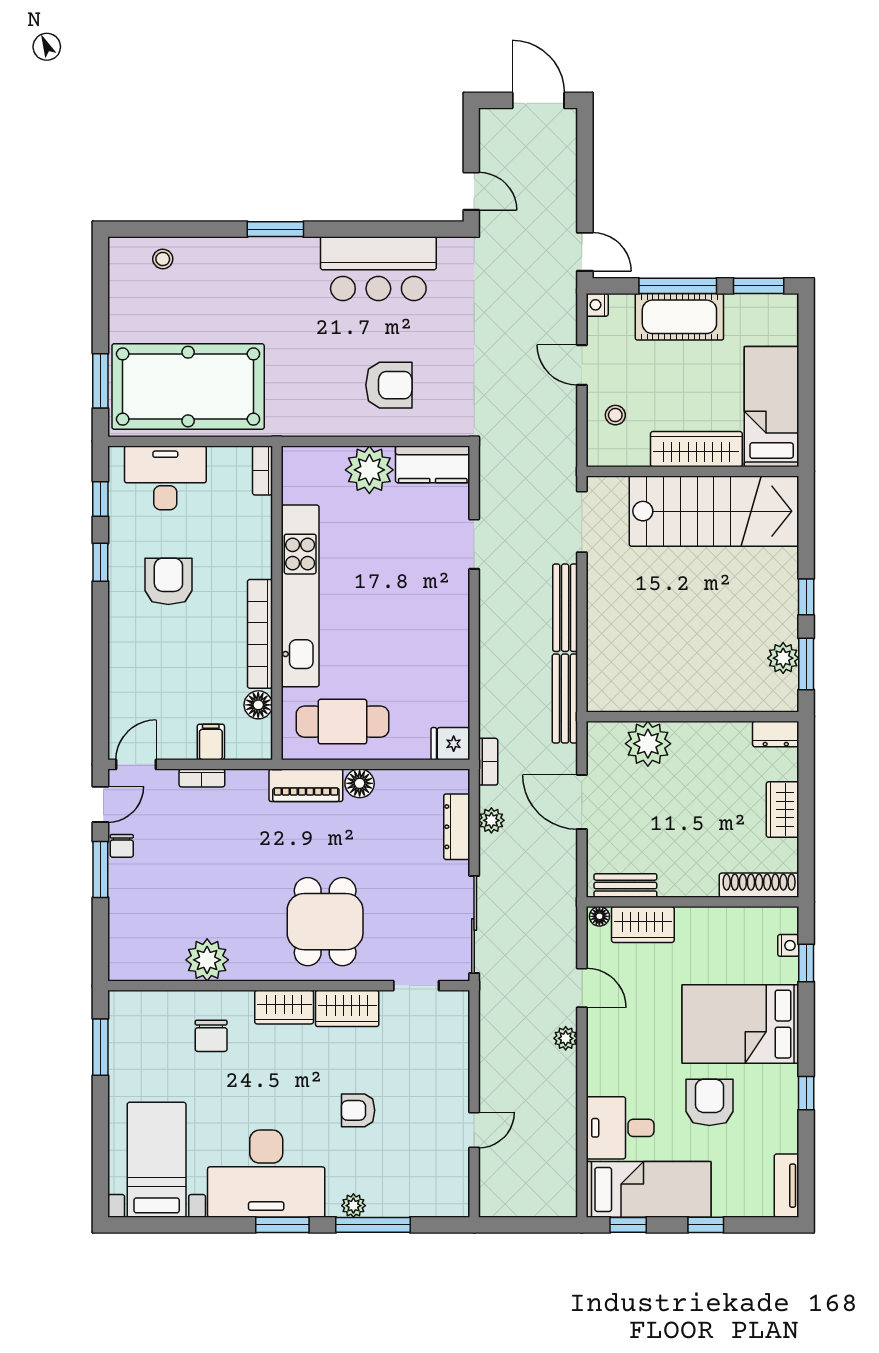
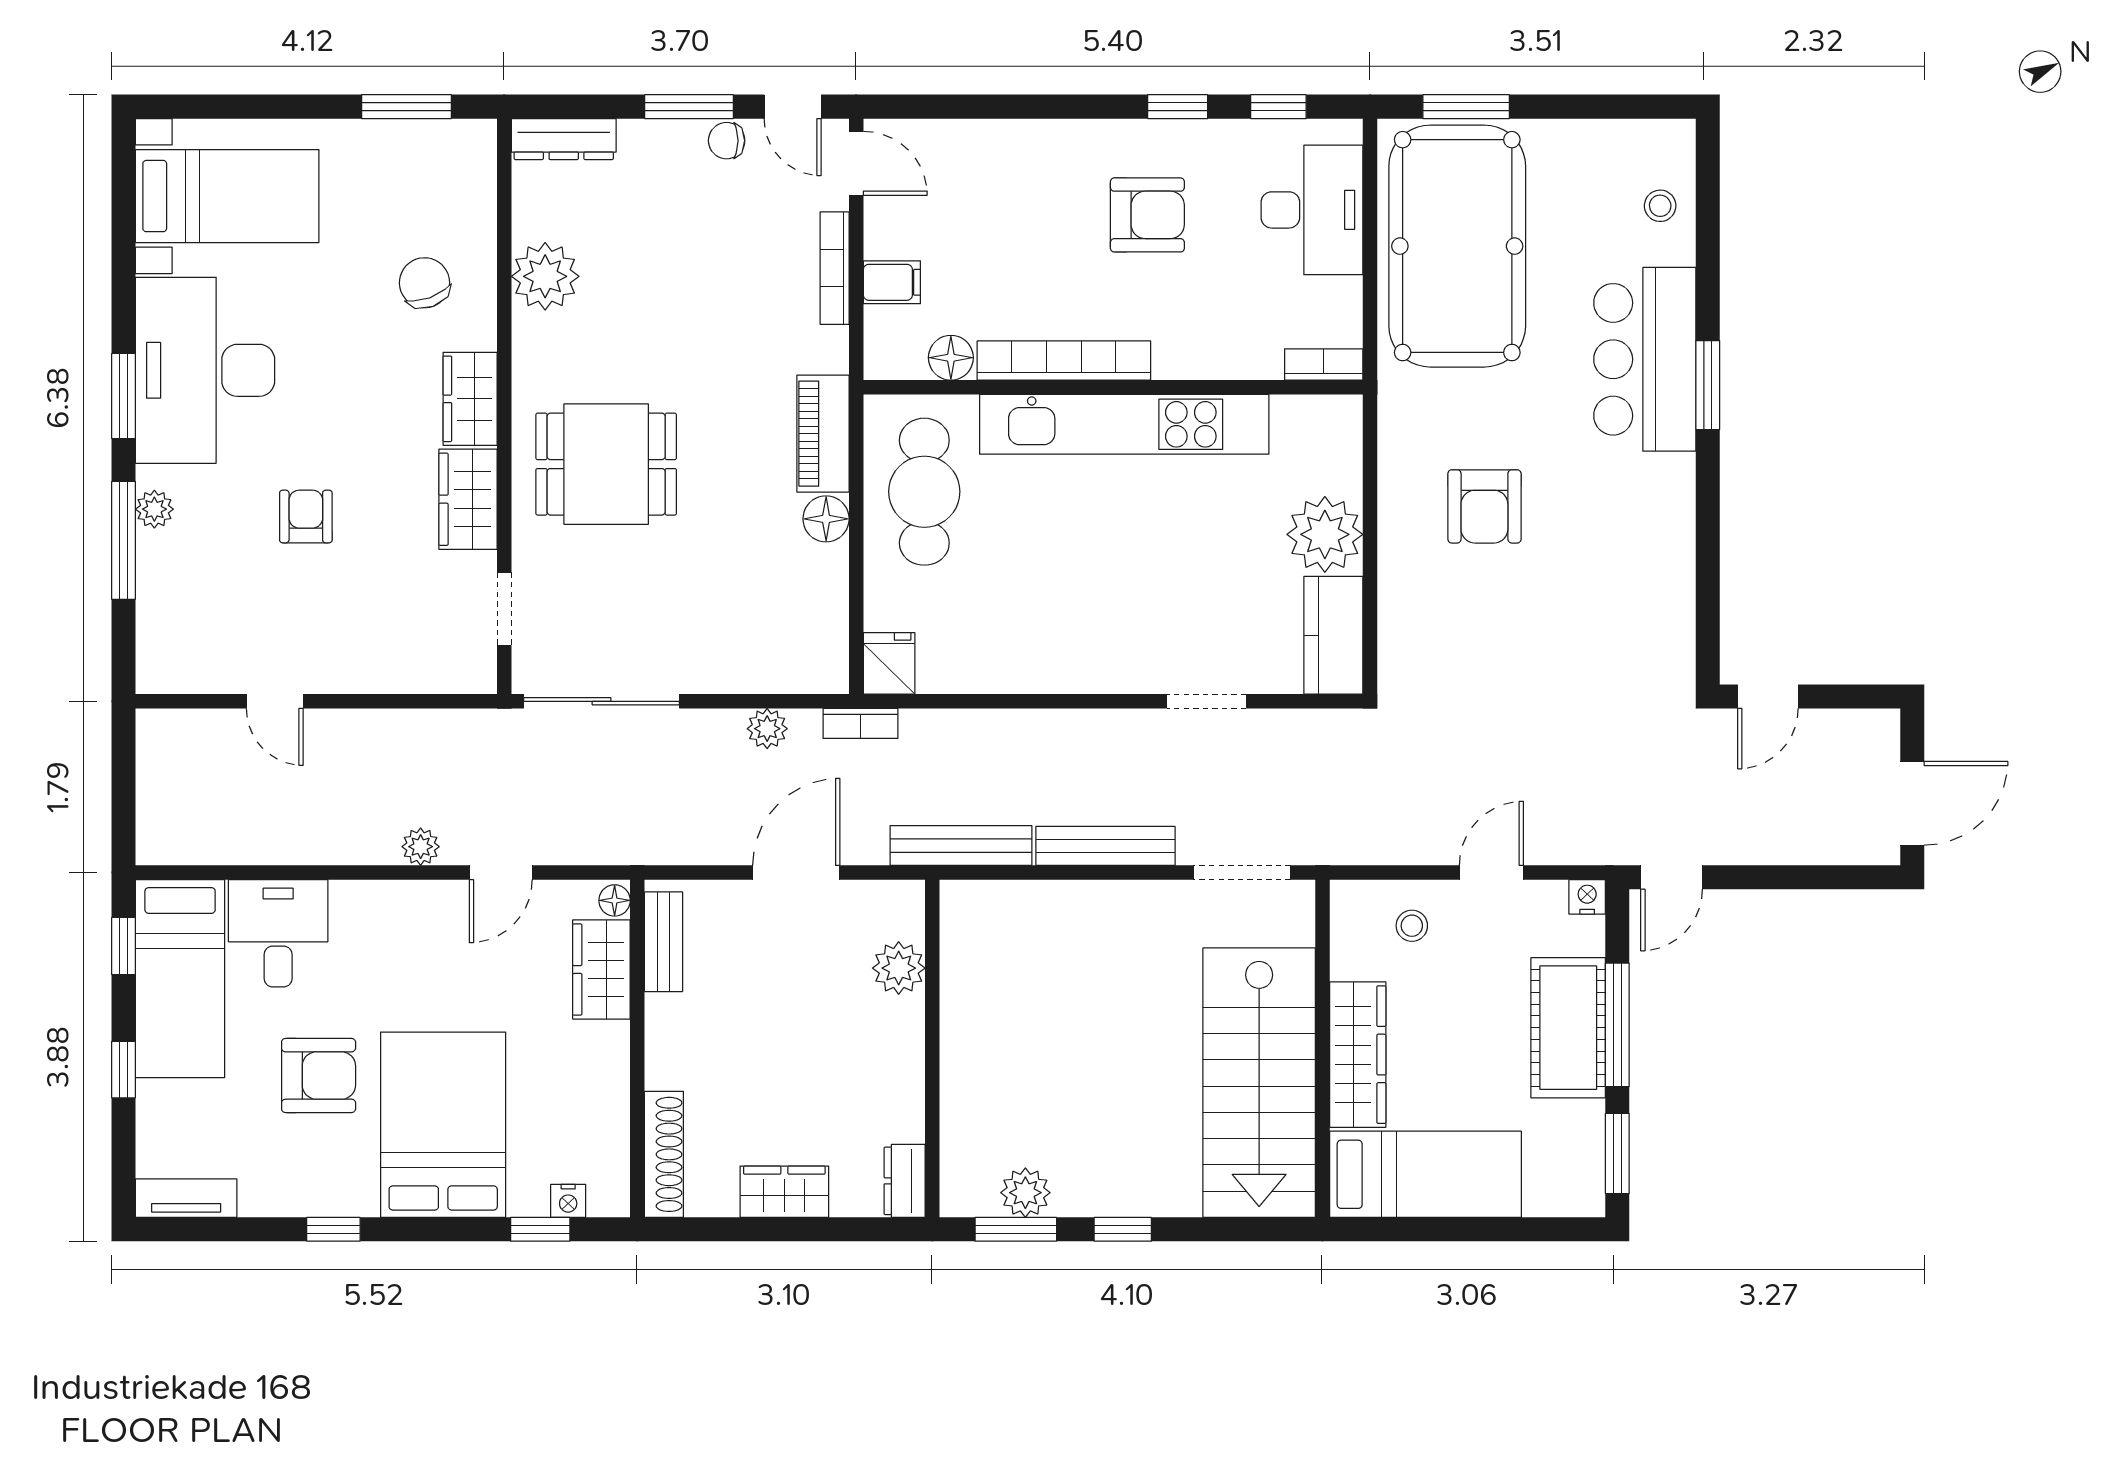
bar counter: (378, 269) -> (1645, 359), moved
armchair: (389, 385) -> (1484, 506), moved
plant: (648, 744) -> (899, 968), width x0.73, depth x0.73
bookcase: (202, 778) -> (835, 268), width x1.56
dresser: (457, 827) -> (564, 139), moved, turned 180
chair: (211, 1036) -> (425, 283), turned 70

